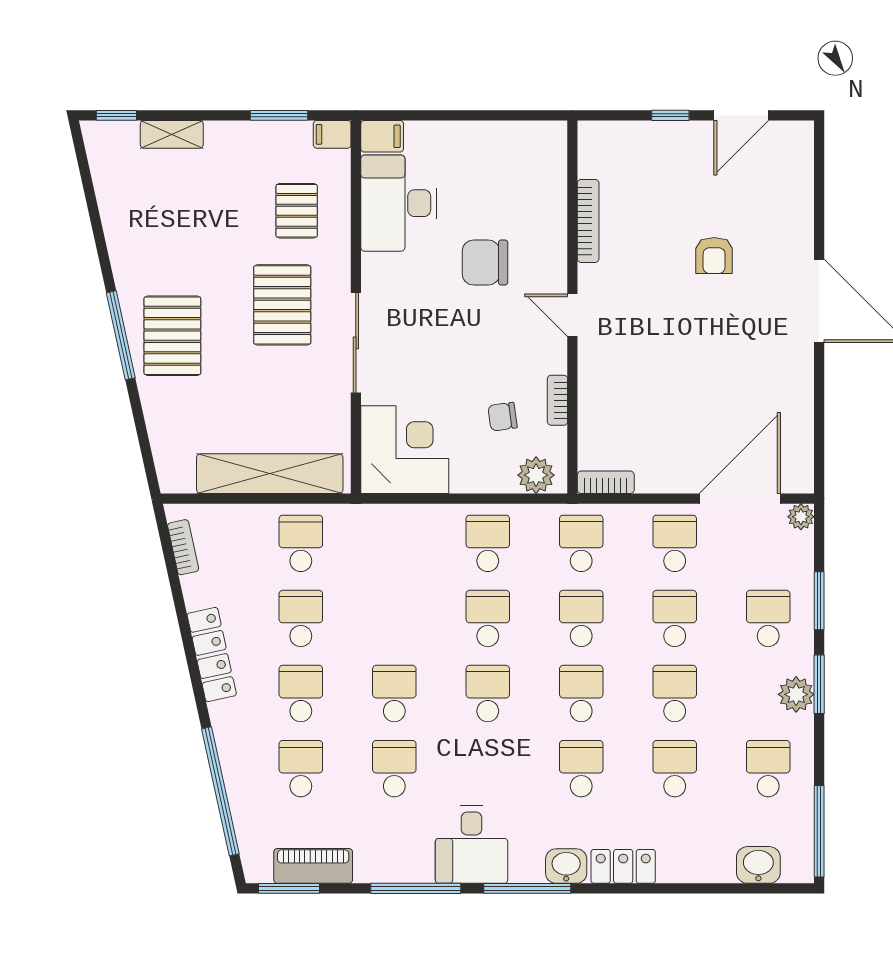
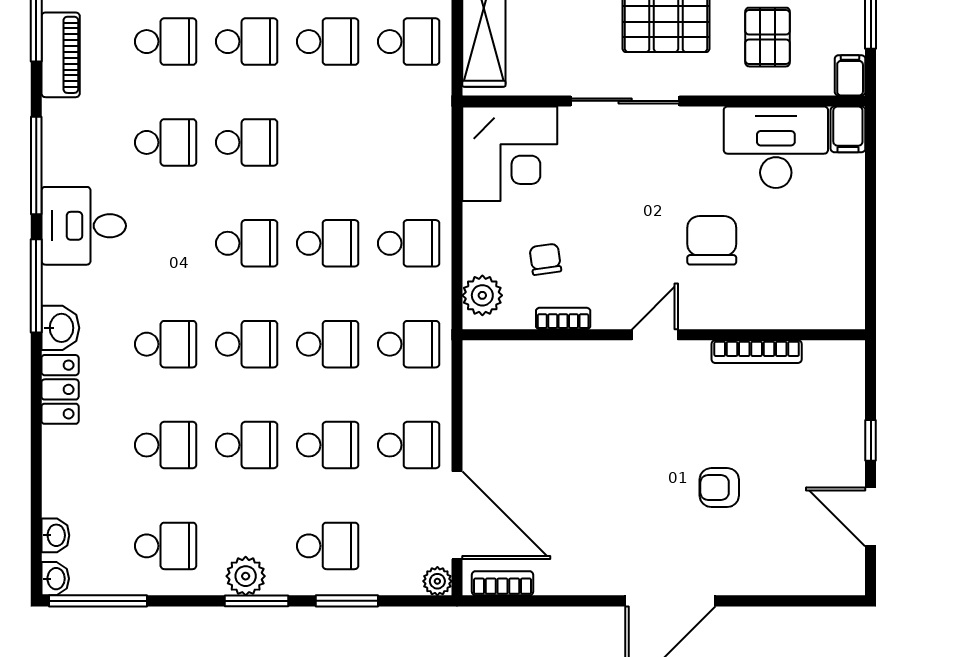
pallet: (297, 211) -> (768, 37), turned 90
bookcase: (606, 482) -> (502, 583), moved, turned -90
washbasin: (758, 865) -> (55, 535), width x0.72, depth x0.69
washbasin: (799, 871) -> (55, 579), added

